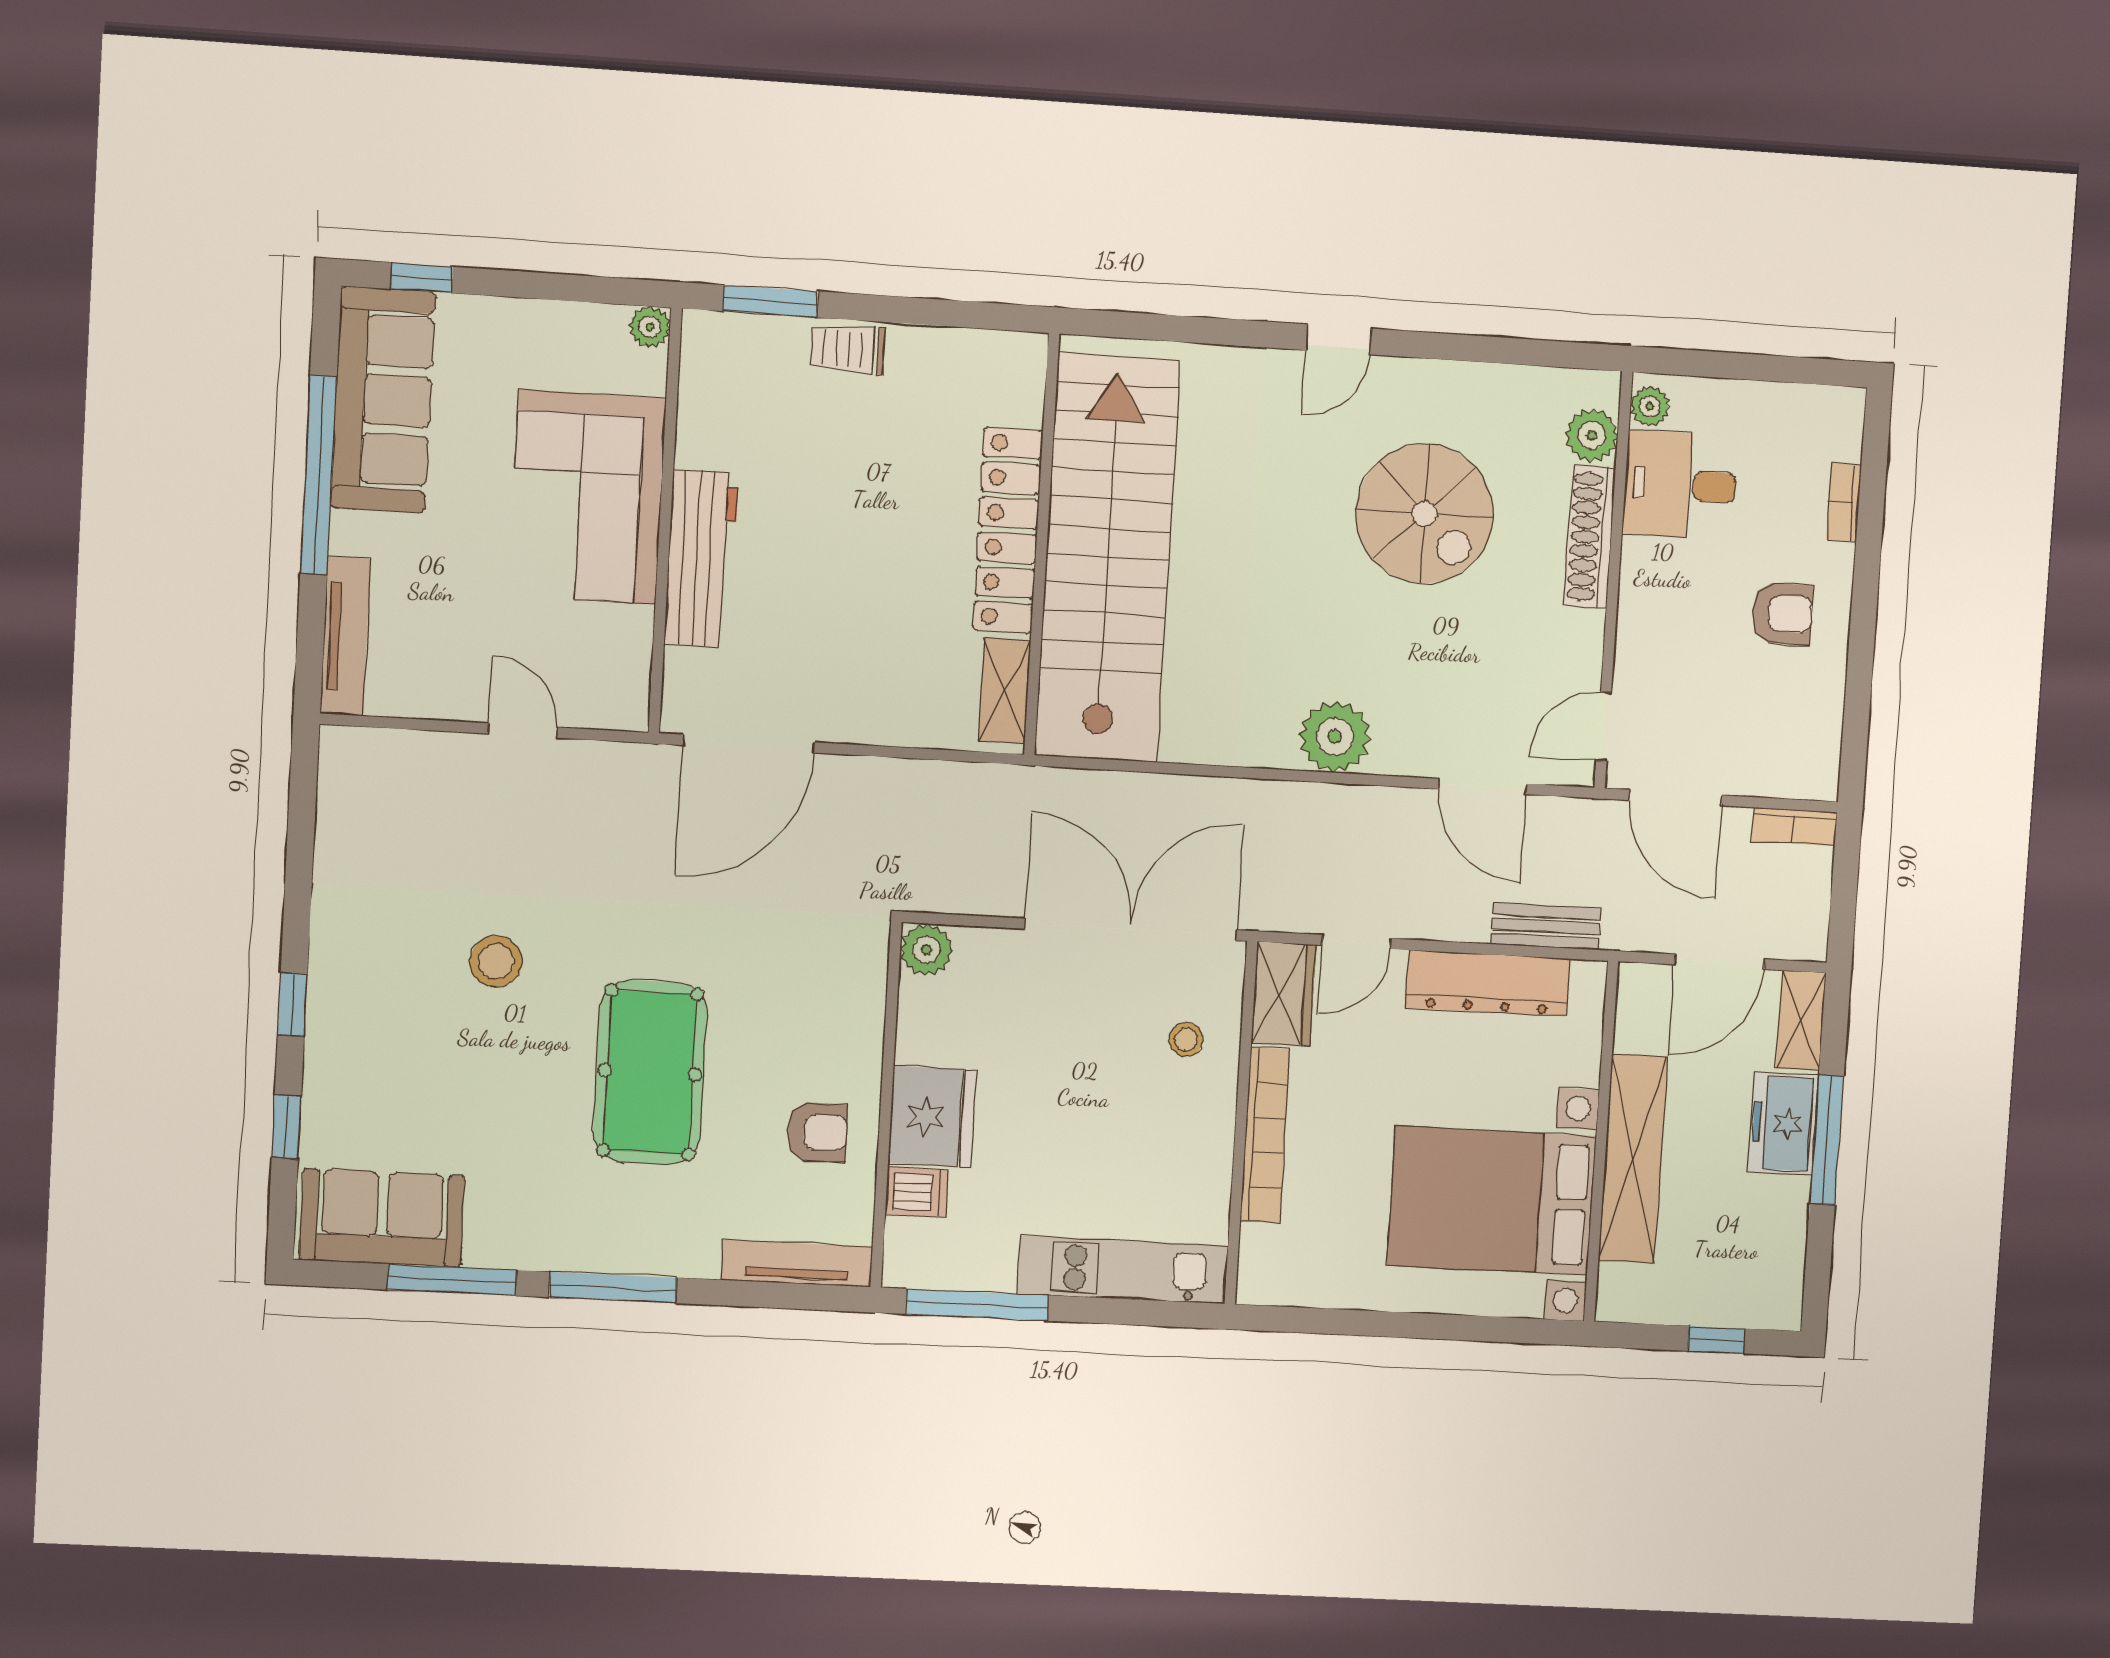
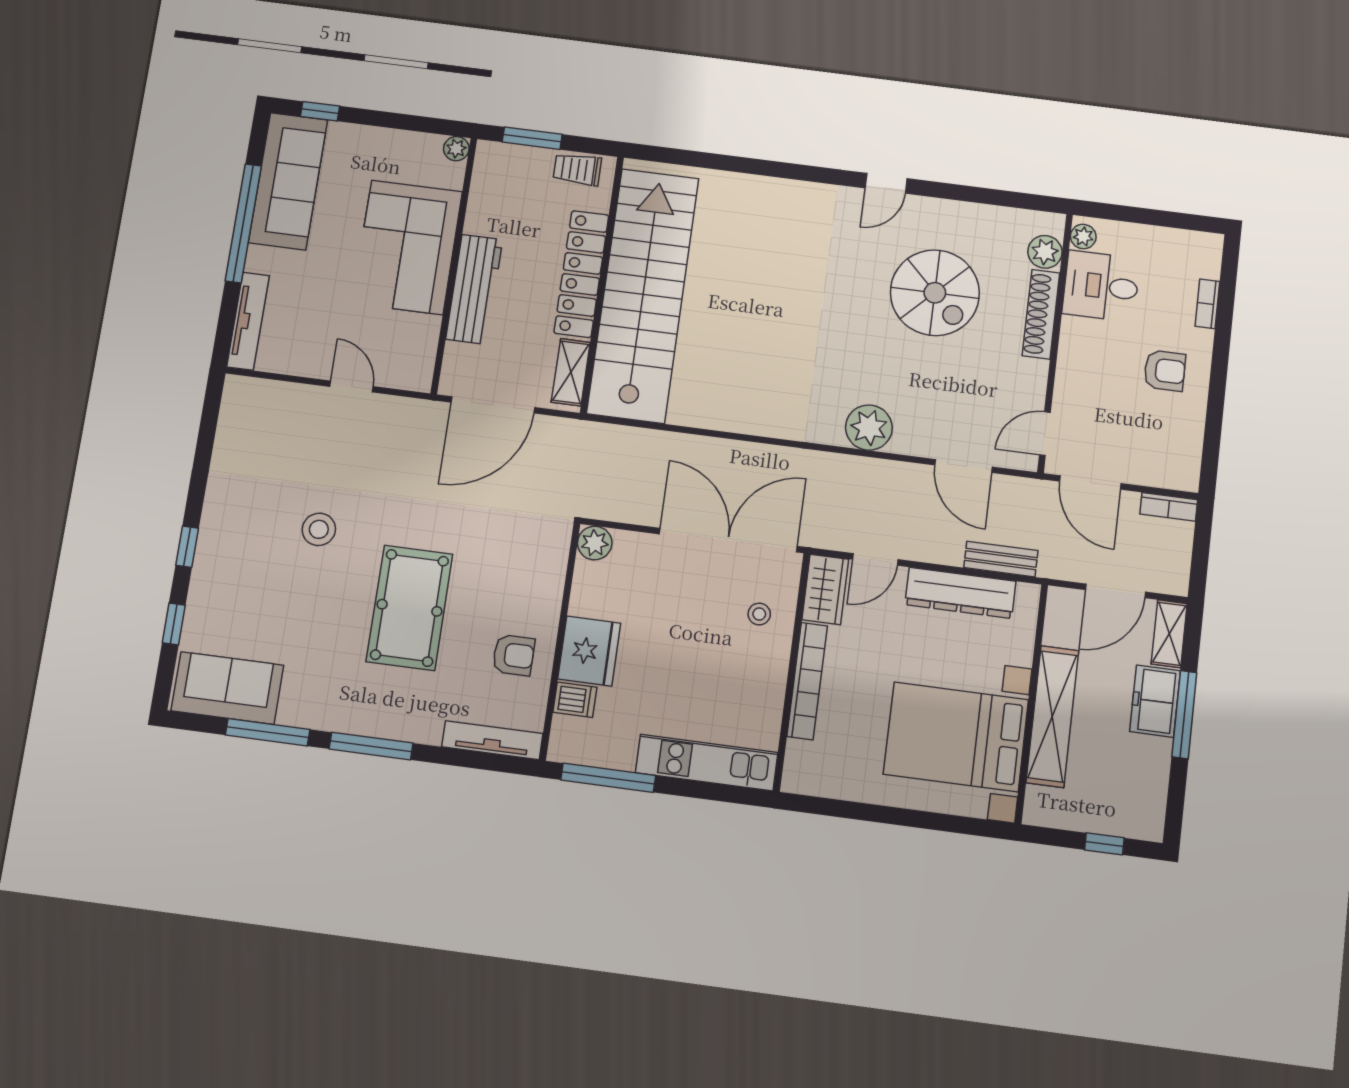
locker: (1008, 530) -> (581, 274), moved
wall: (1042, 545) -> (602, 284), moved
stairs: (1107, 558) -> (643, 295), moved
shelving: (1005, 691) -> (571, 372), moved

